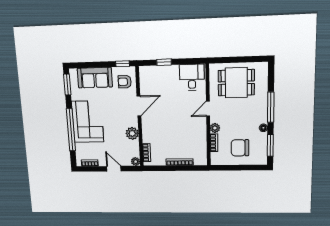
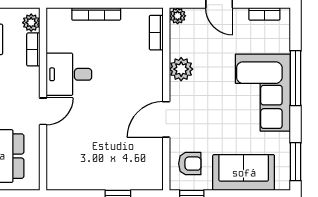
desk: (192, 77) -> (69, 74), moved, turned 90
plant: (215, 128) -> (31, 23), moved
window: (71, 130) -> (295, 78), width x0.68

